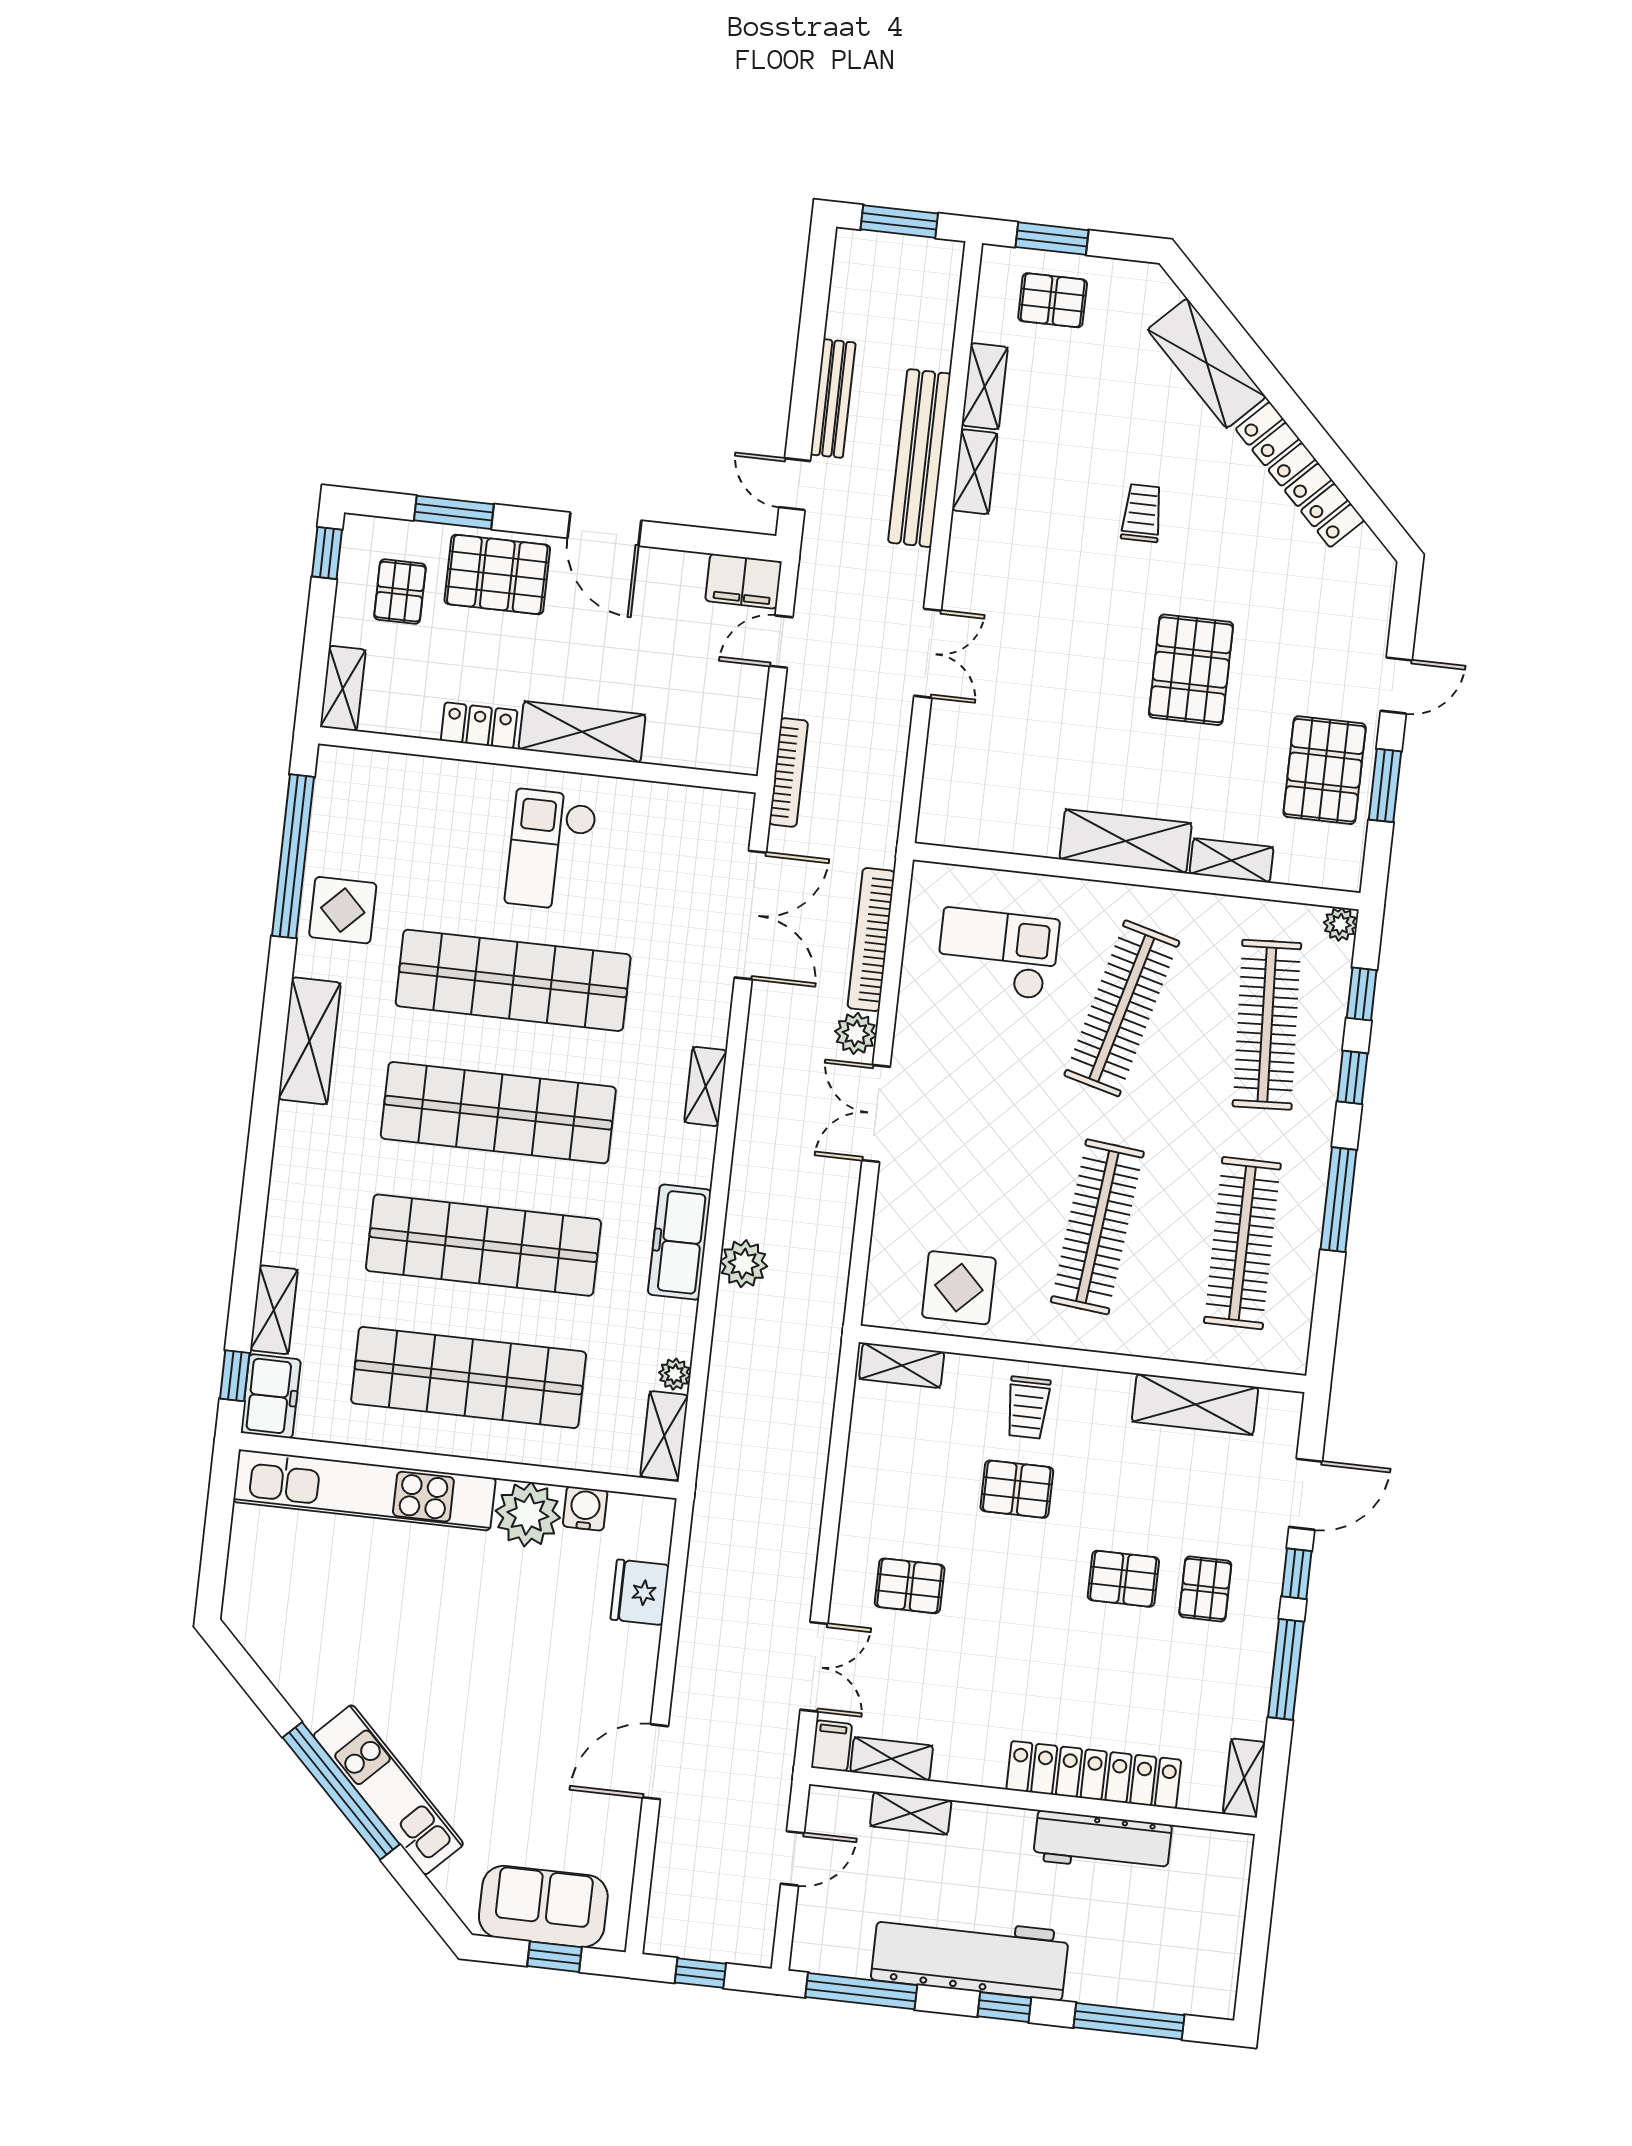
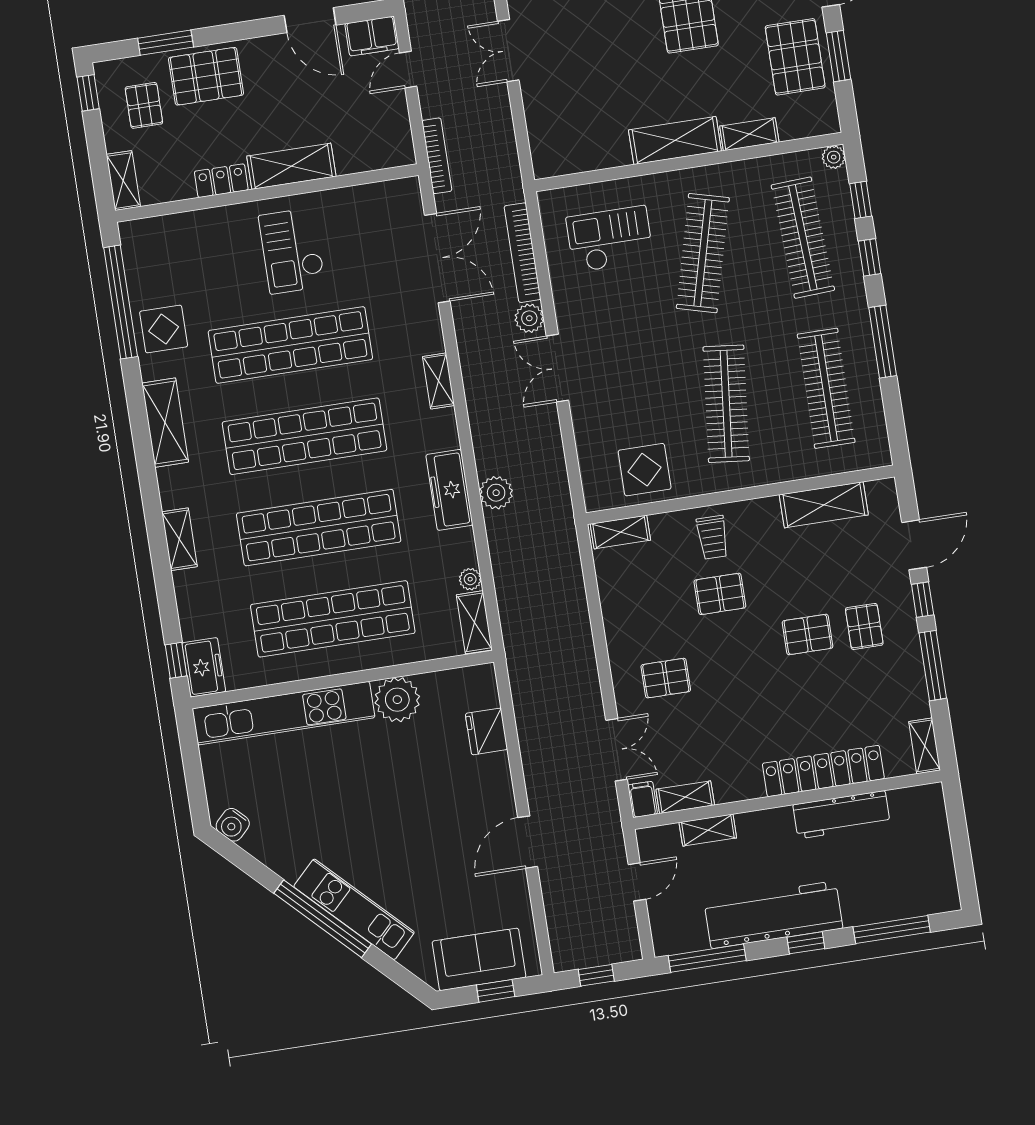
door: (604, 529) -> (310, 20), moved
double door: (928, 653) -> (508, 51), swing flipped
shelving: (274, 1310) -> (179, 539), moved
water cooler: (585, 1508) -> (233, 825), moved, turned -135

